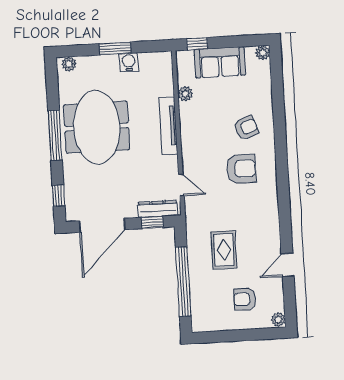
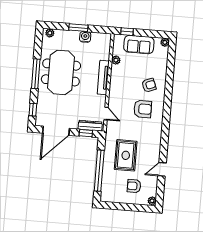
rug: (224, 250) -> (126, 155), width x1.36, depth x1.43

